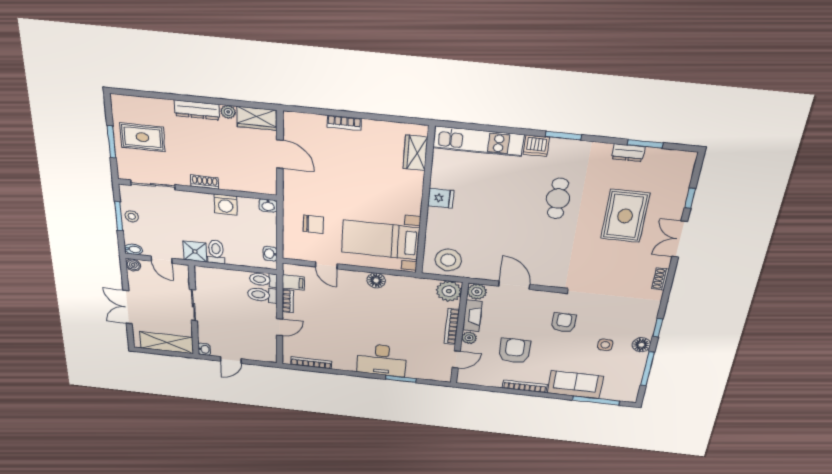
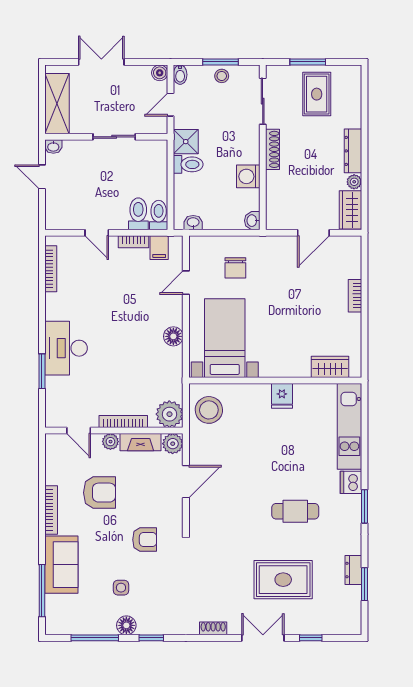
shoe rack: (205, 182) -> (272, 149), width x1.43

